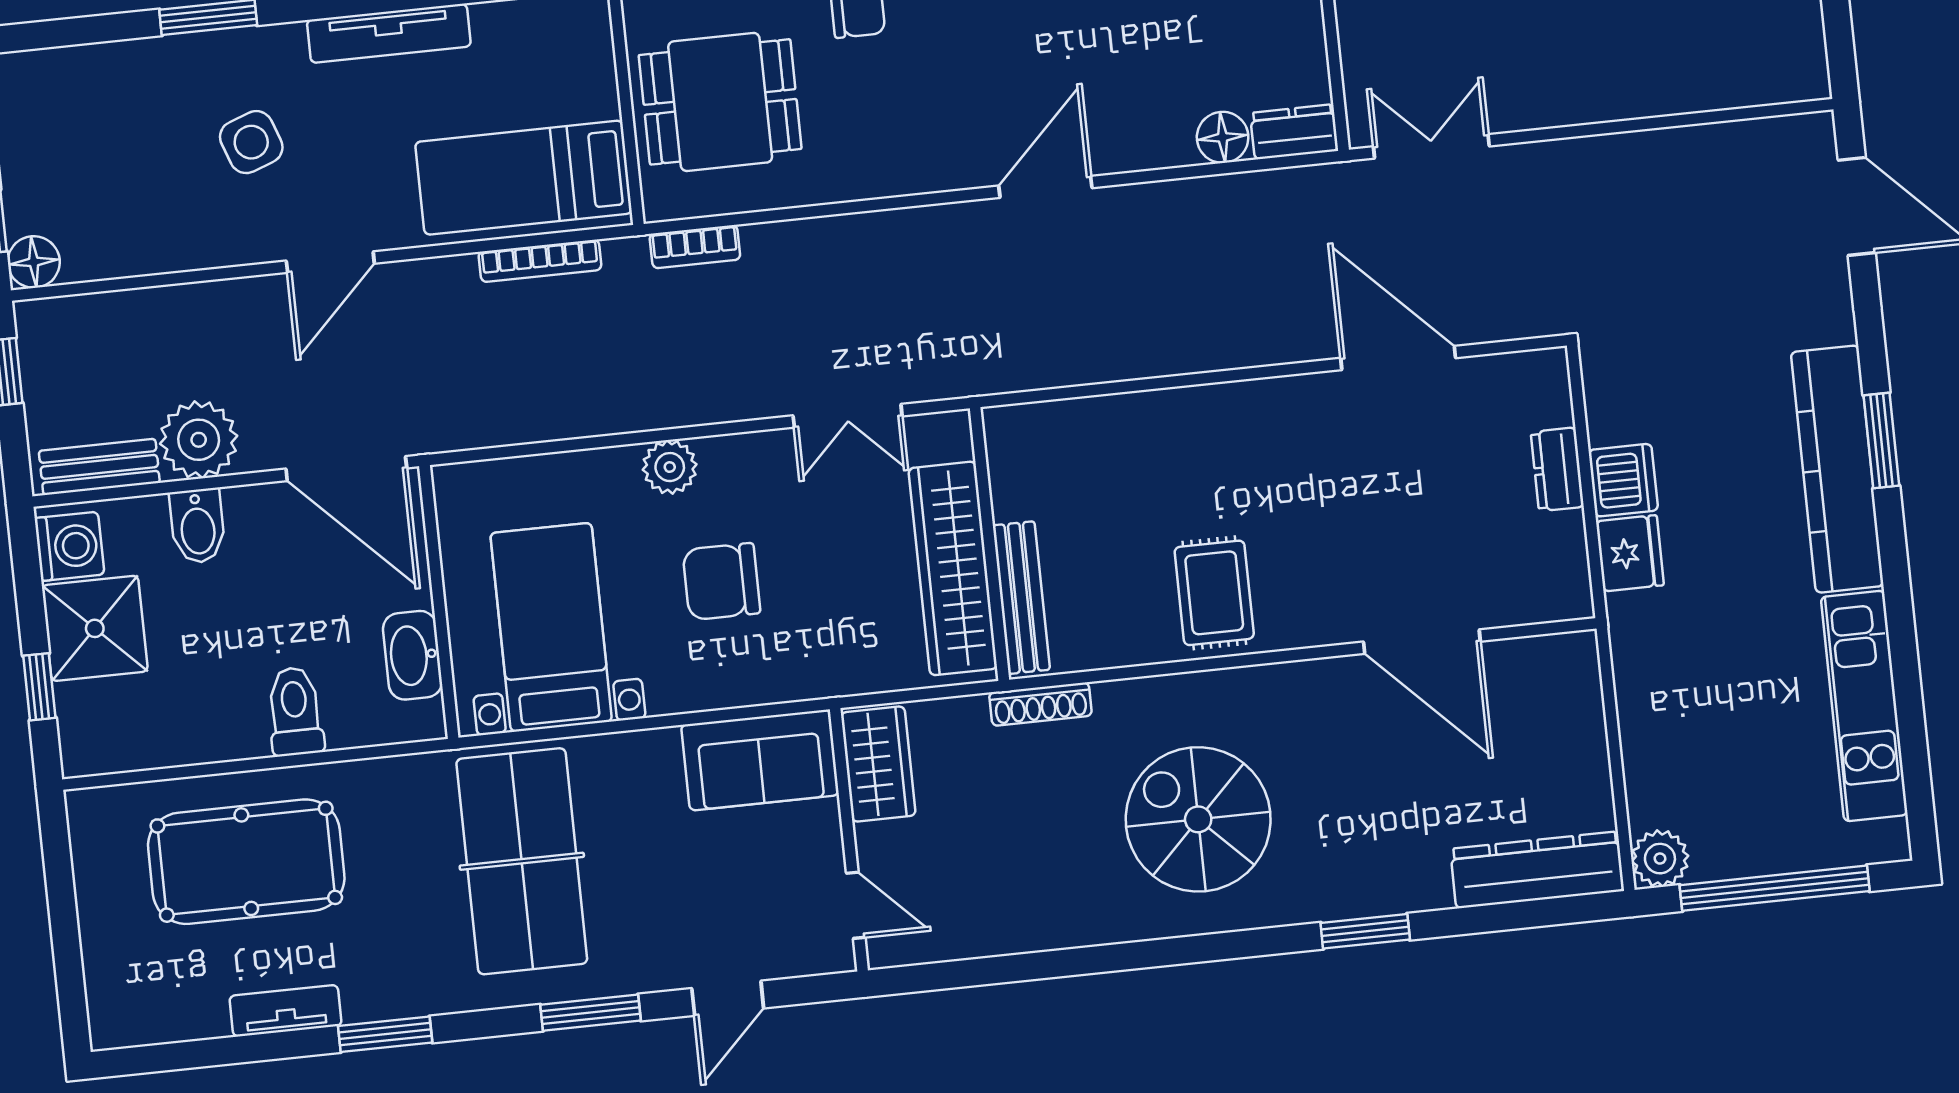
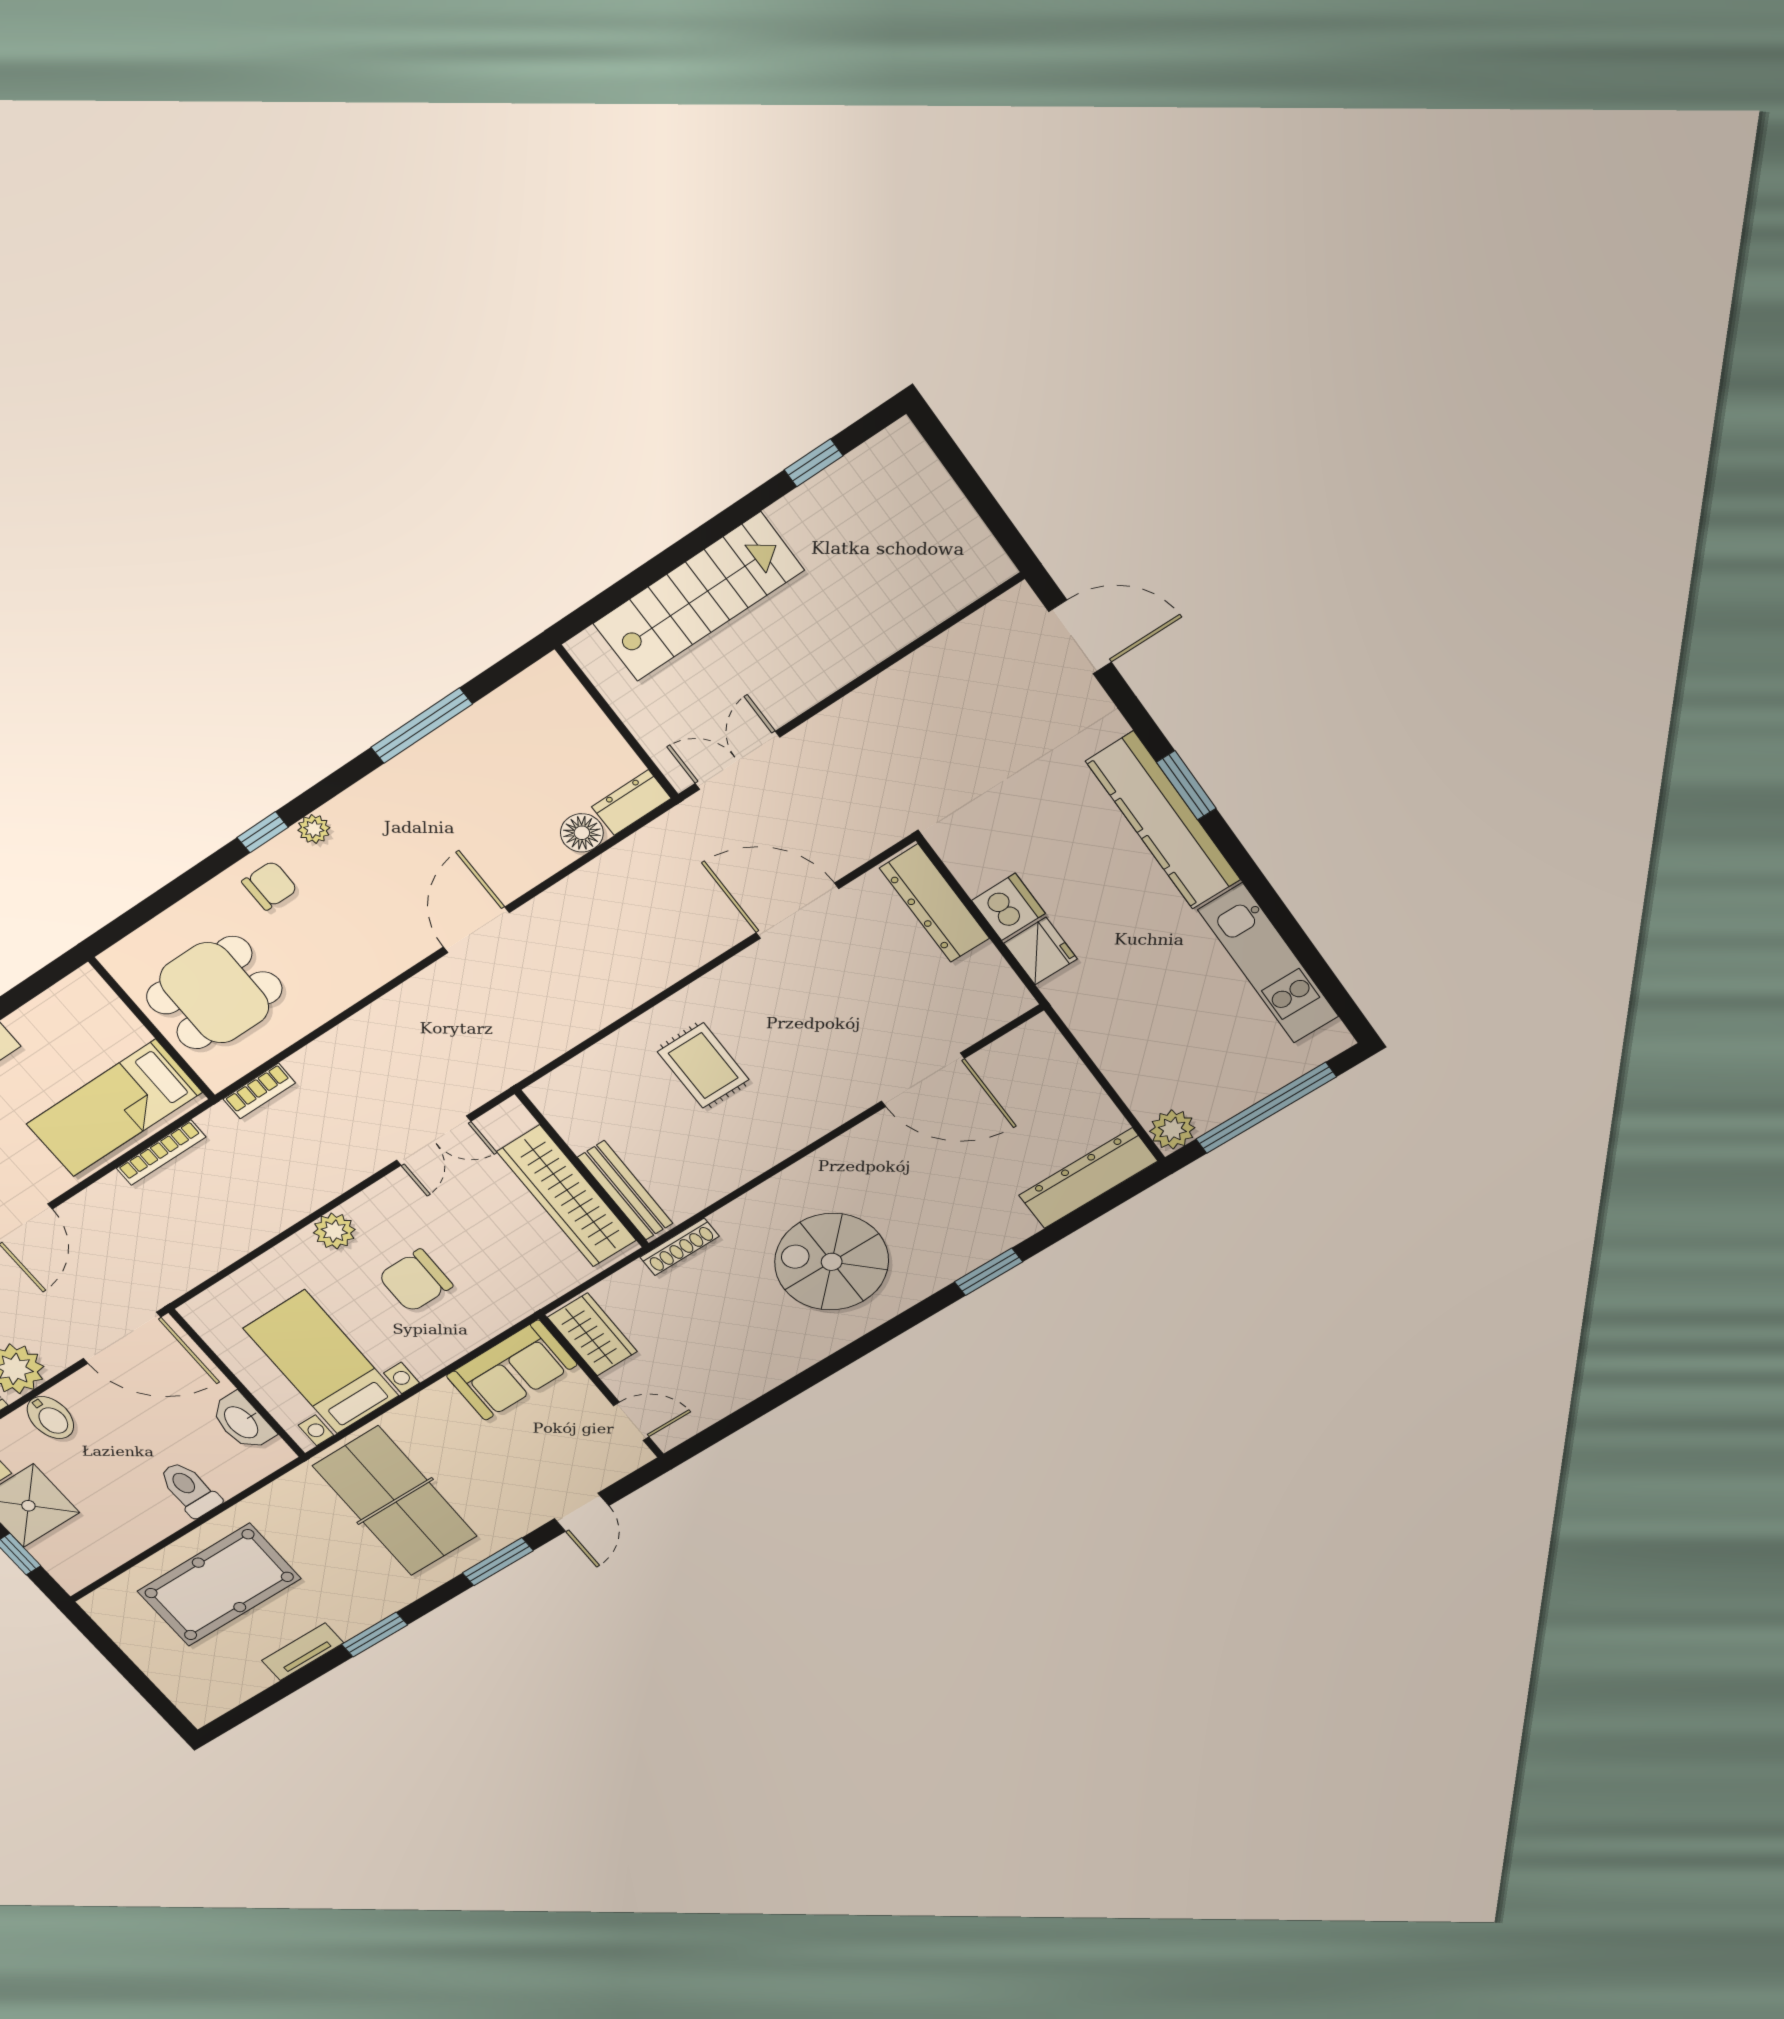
dresser: (1557, 469) -> (935, 903), width x1.96, depth x1.24
rug: (1214, 593) -> (703, 1066), moved

